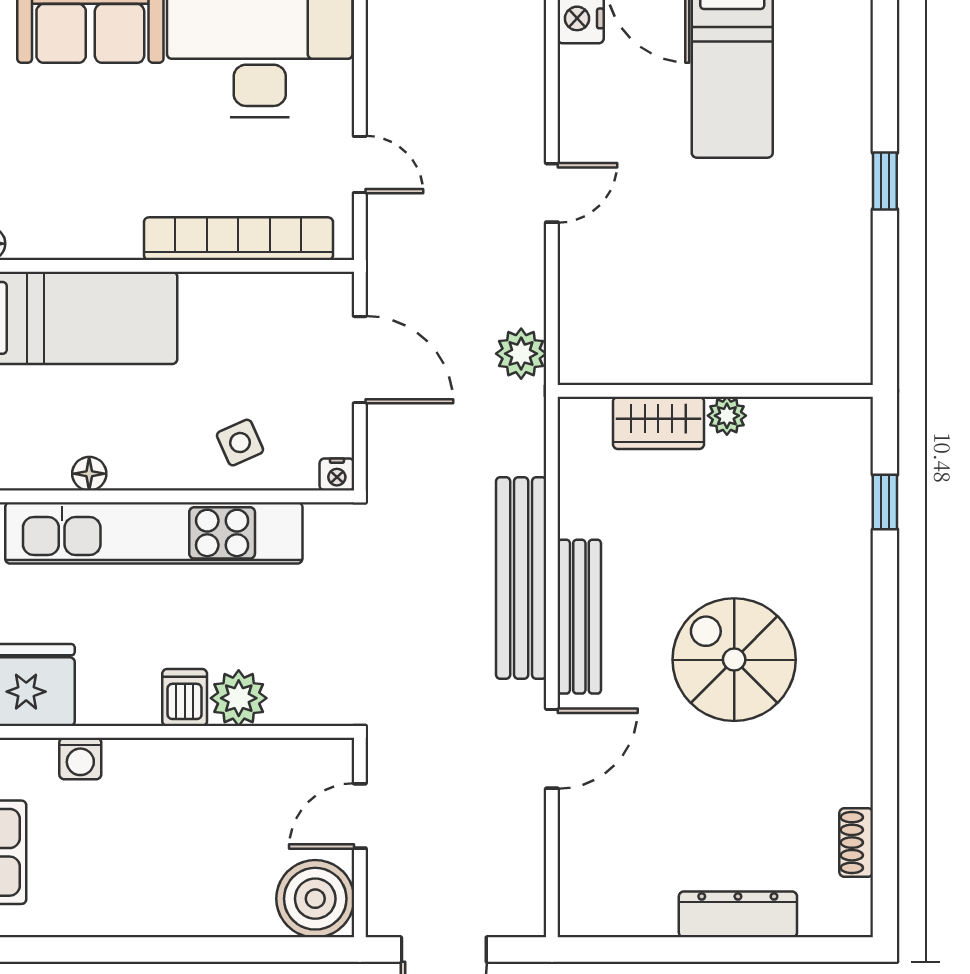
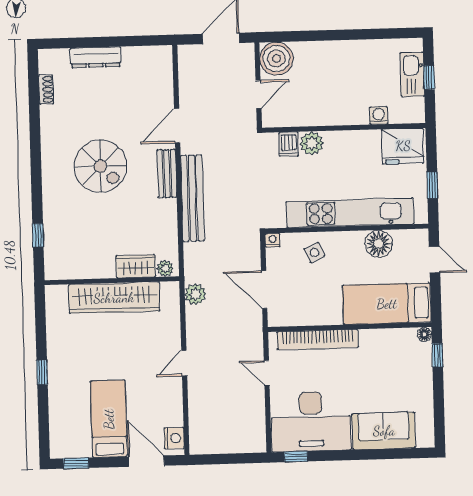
wardrobe: (711, 351) -> (114, 298), added
plant: (727, 416) -> (165, 268), moved
floor lamp: (89, 474) -> (379, 244), width x1.89, depth x1.89
bench: (579, 617) -> (167, 174), width x0.73
dishwasher: (185, 697) -> (289, 144), moved

